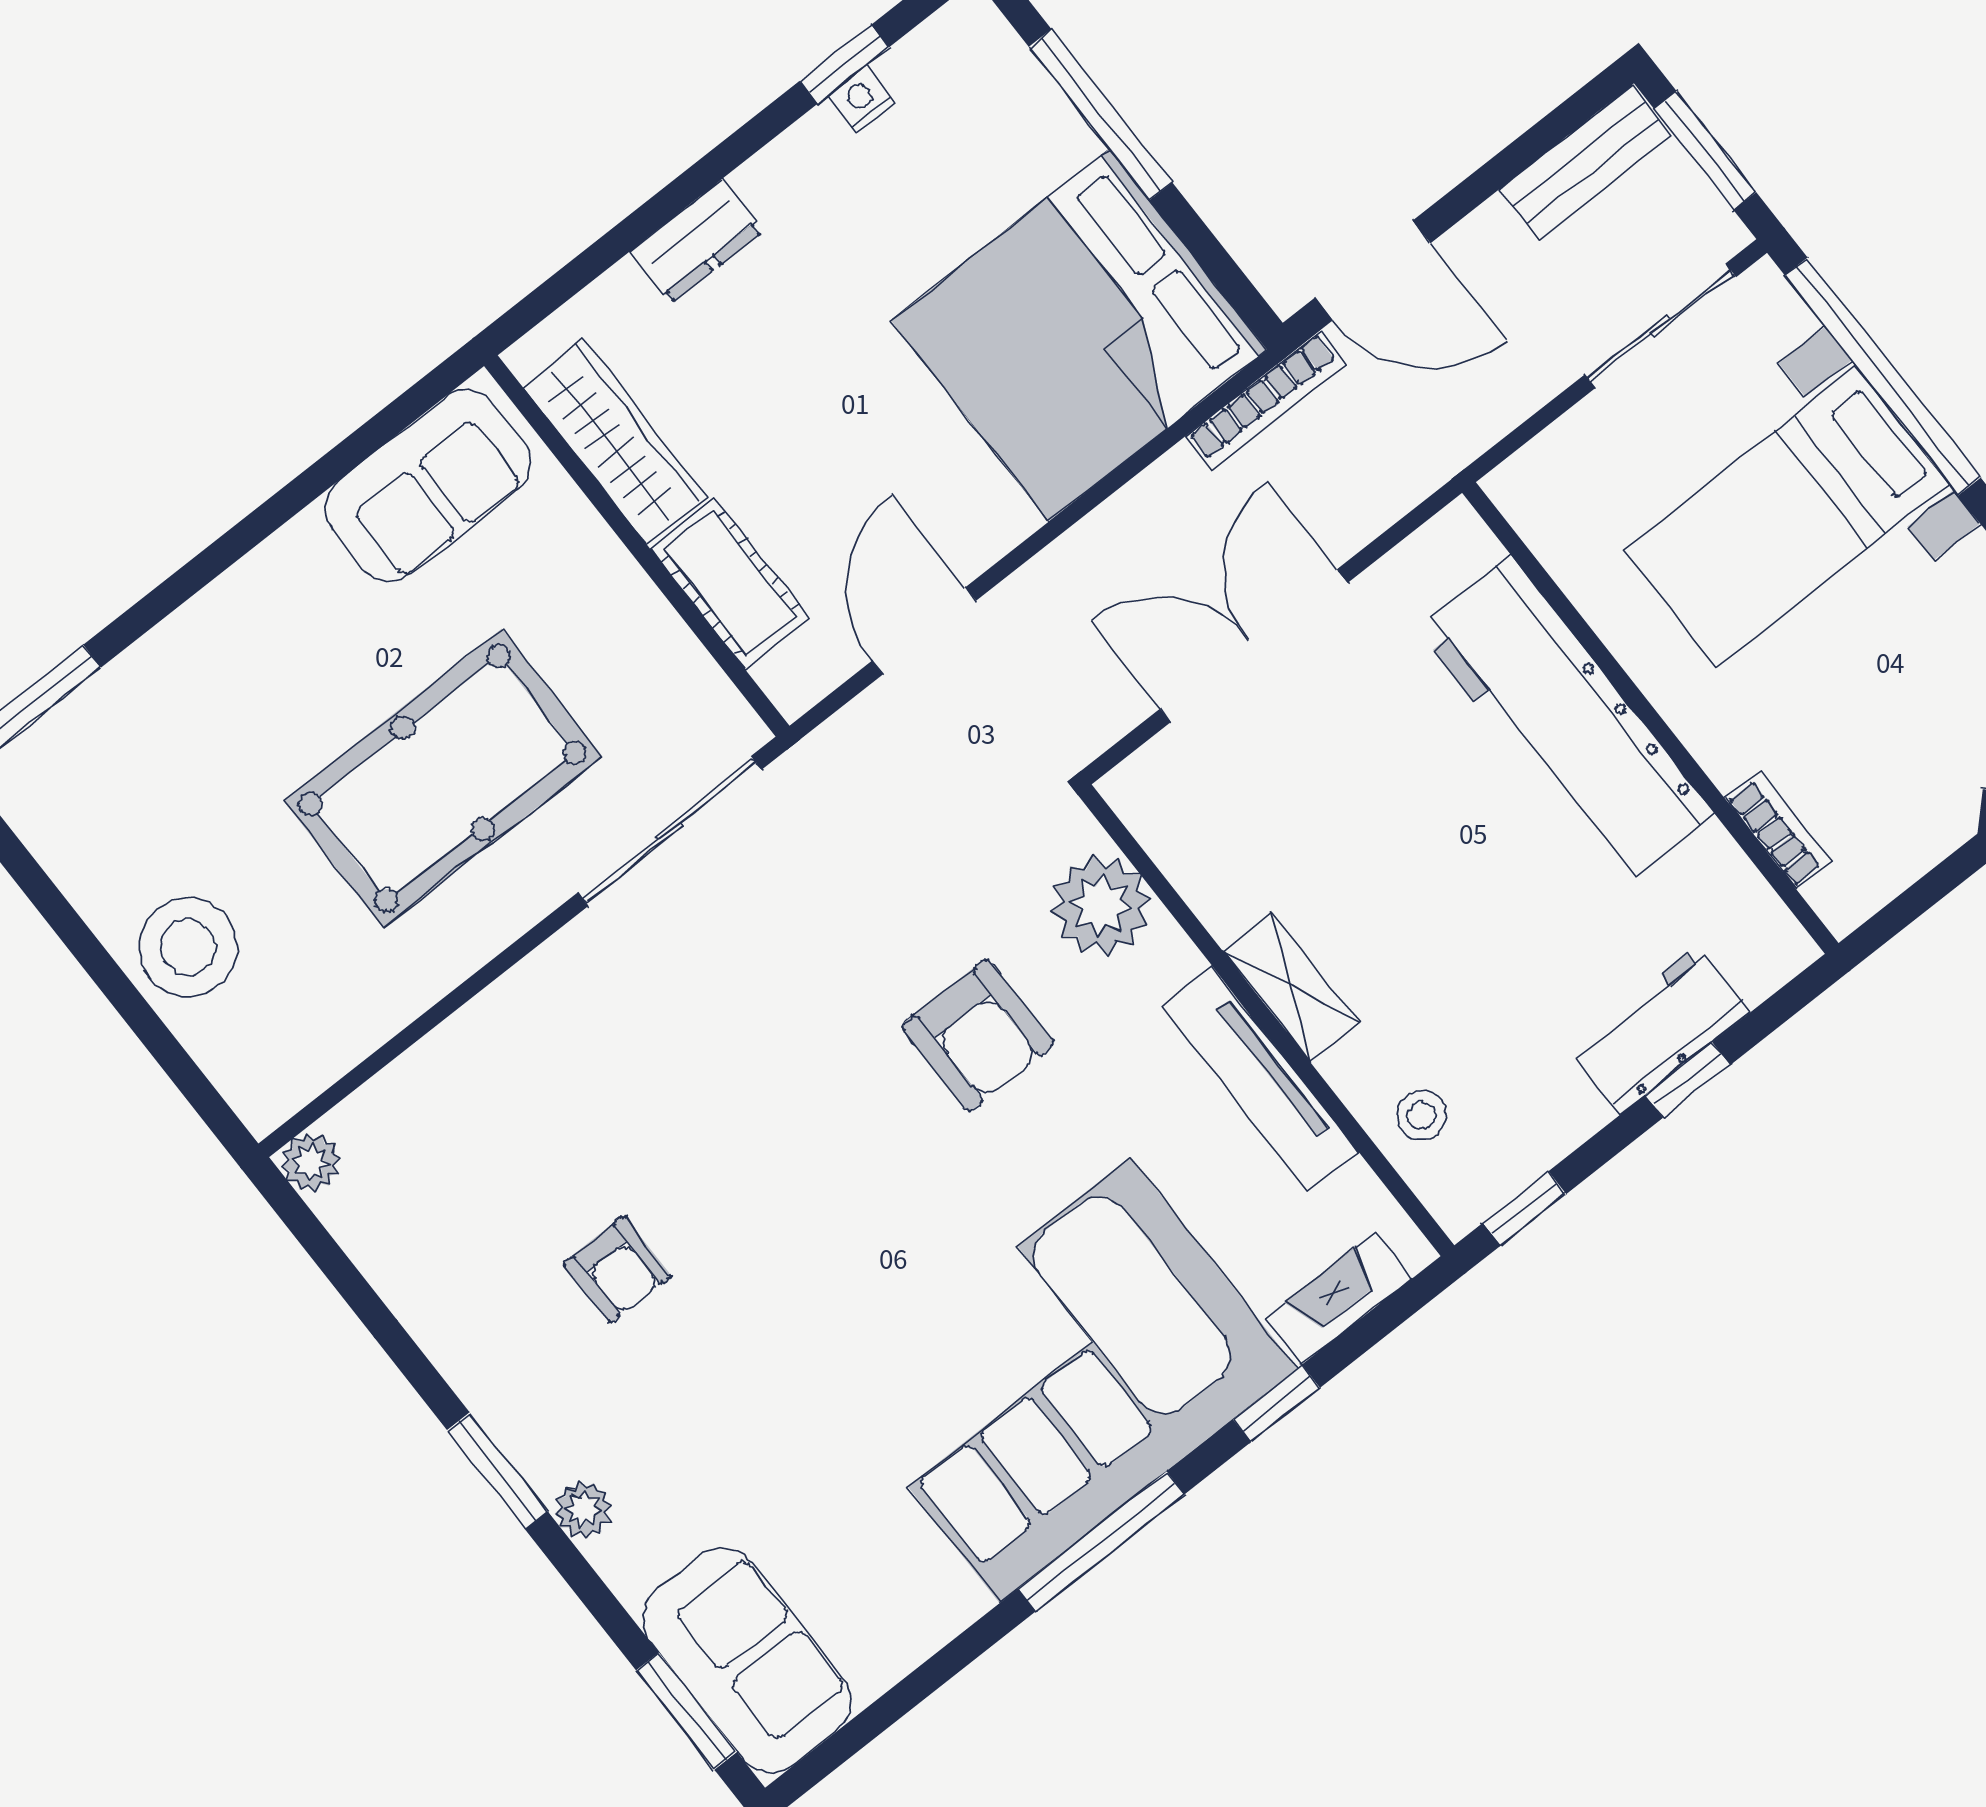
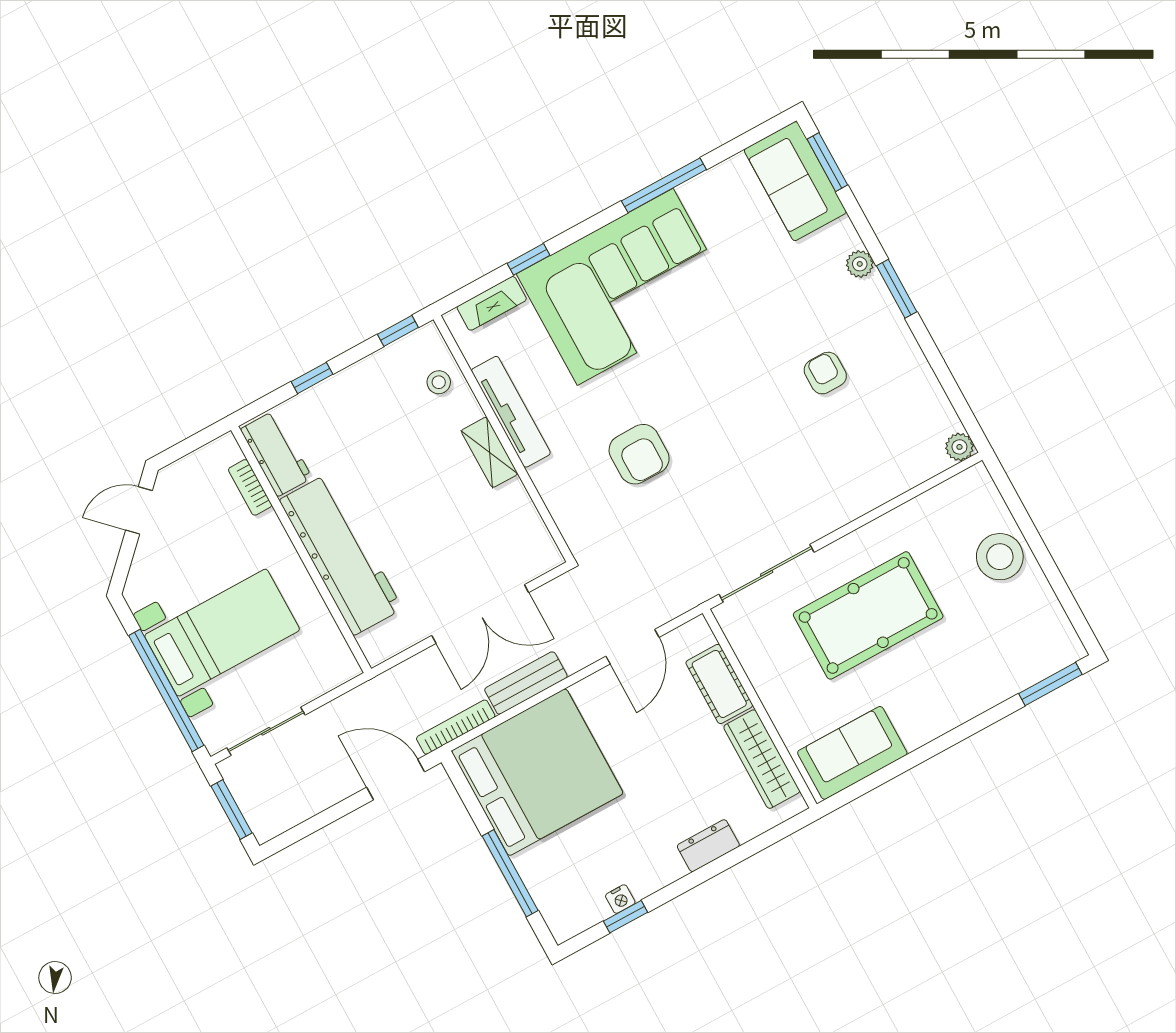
bench: (1585, 162) -> (526, 683), moved
plant: (1101, 905) -> (572, 505), removed
workbench: (1659, 1030) -> (276, 454), moved, turned -90
armchair: (978, 1035) -> (639, 454), turned 180
window: (1101, 1542) -> (664, 185), moved

